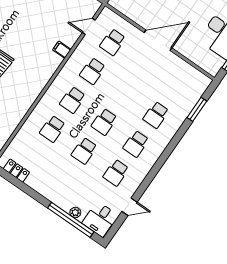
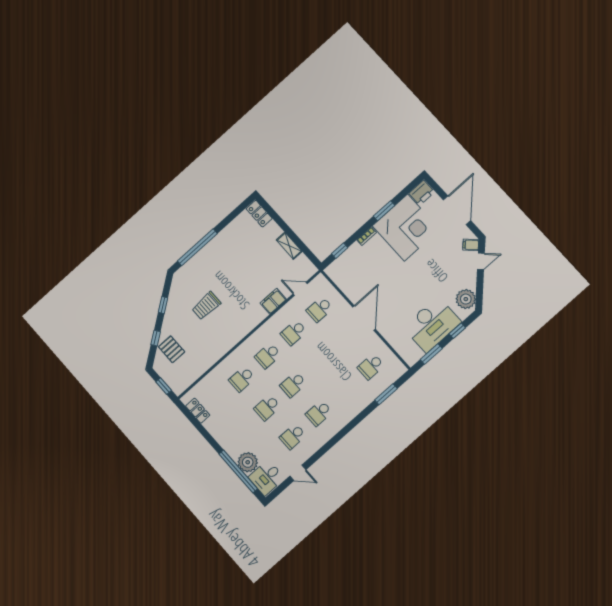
door: (158, 40) -> (364, 318), hinge flipped
filing cabinet: (62, 50) -> (273, 301), width x2.00
school desk: (156, 115) -> (371, 367), moved
plant: (75, 213) -> (248, 462), width x1.88, depth x1.88

